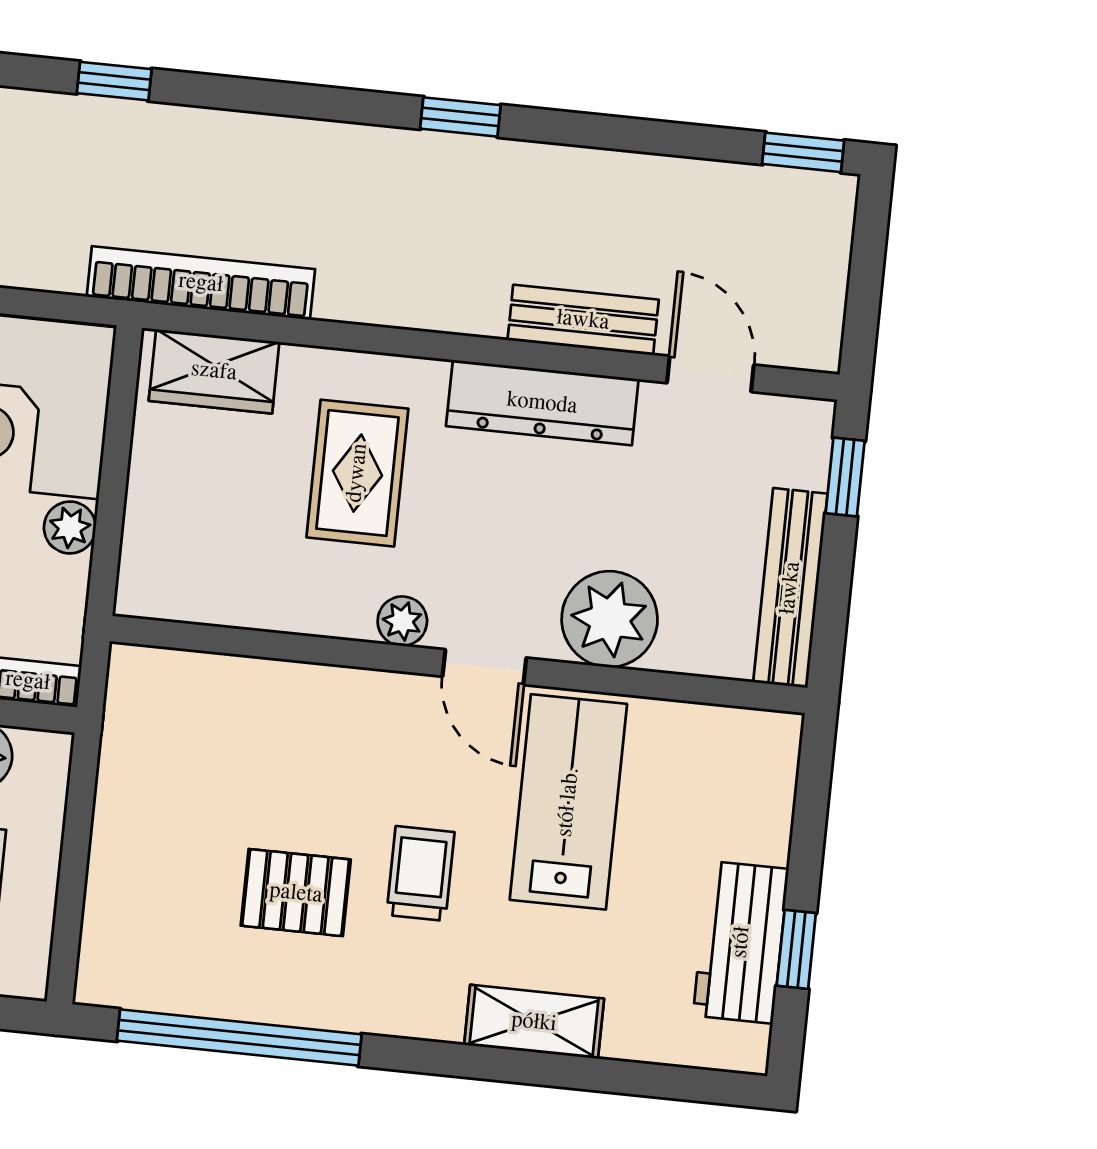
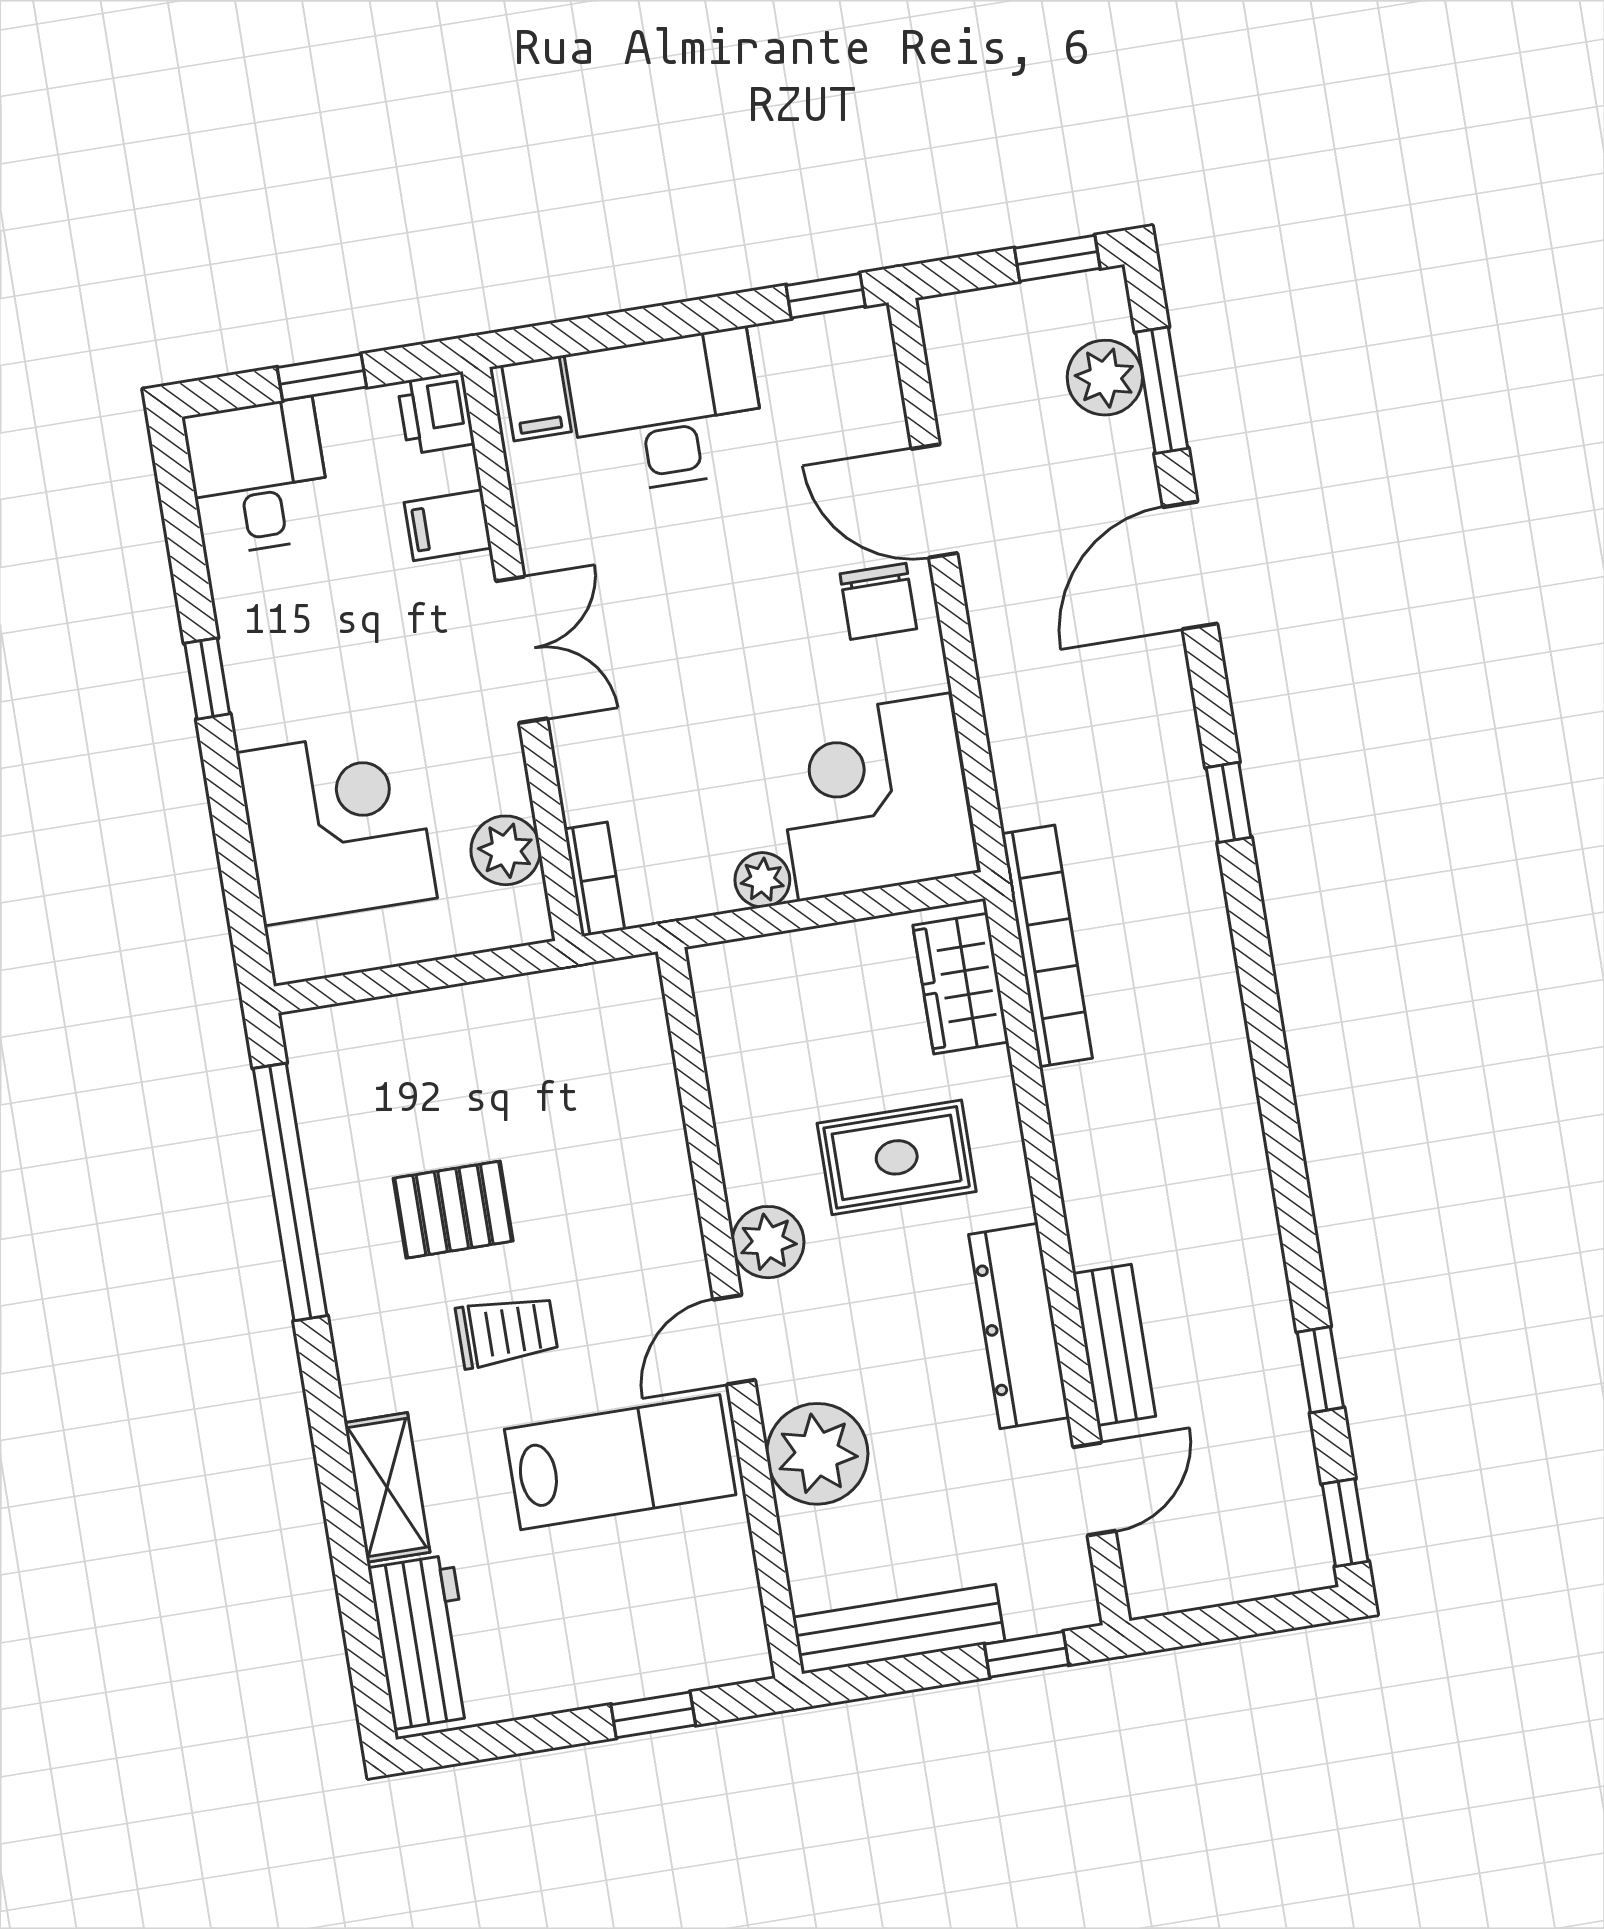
window: (460, 117) -> (1320, 1370), moved
plant: (402, 621) -> (768, 1242), width x1.38, depth x1.38
pallet: (296, 893) -> (453, 1210), turned 90
workbench: (741, 942) -> (423, 1642), moved, turned 90
window: (796, 949) -> (653, 1715), moved

